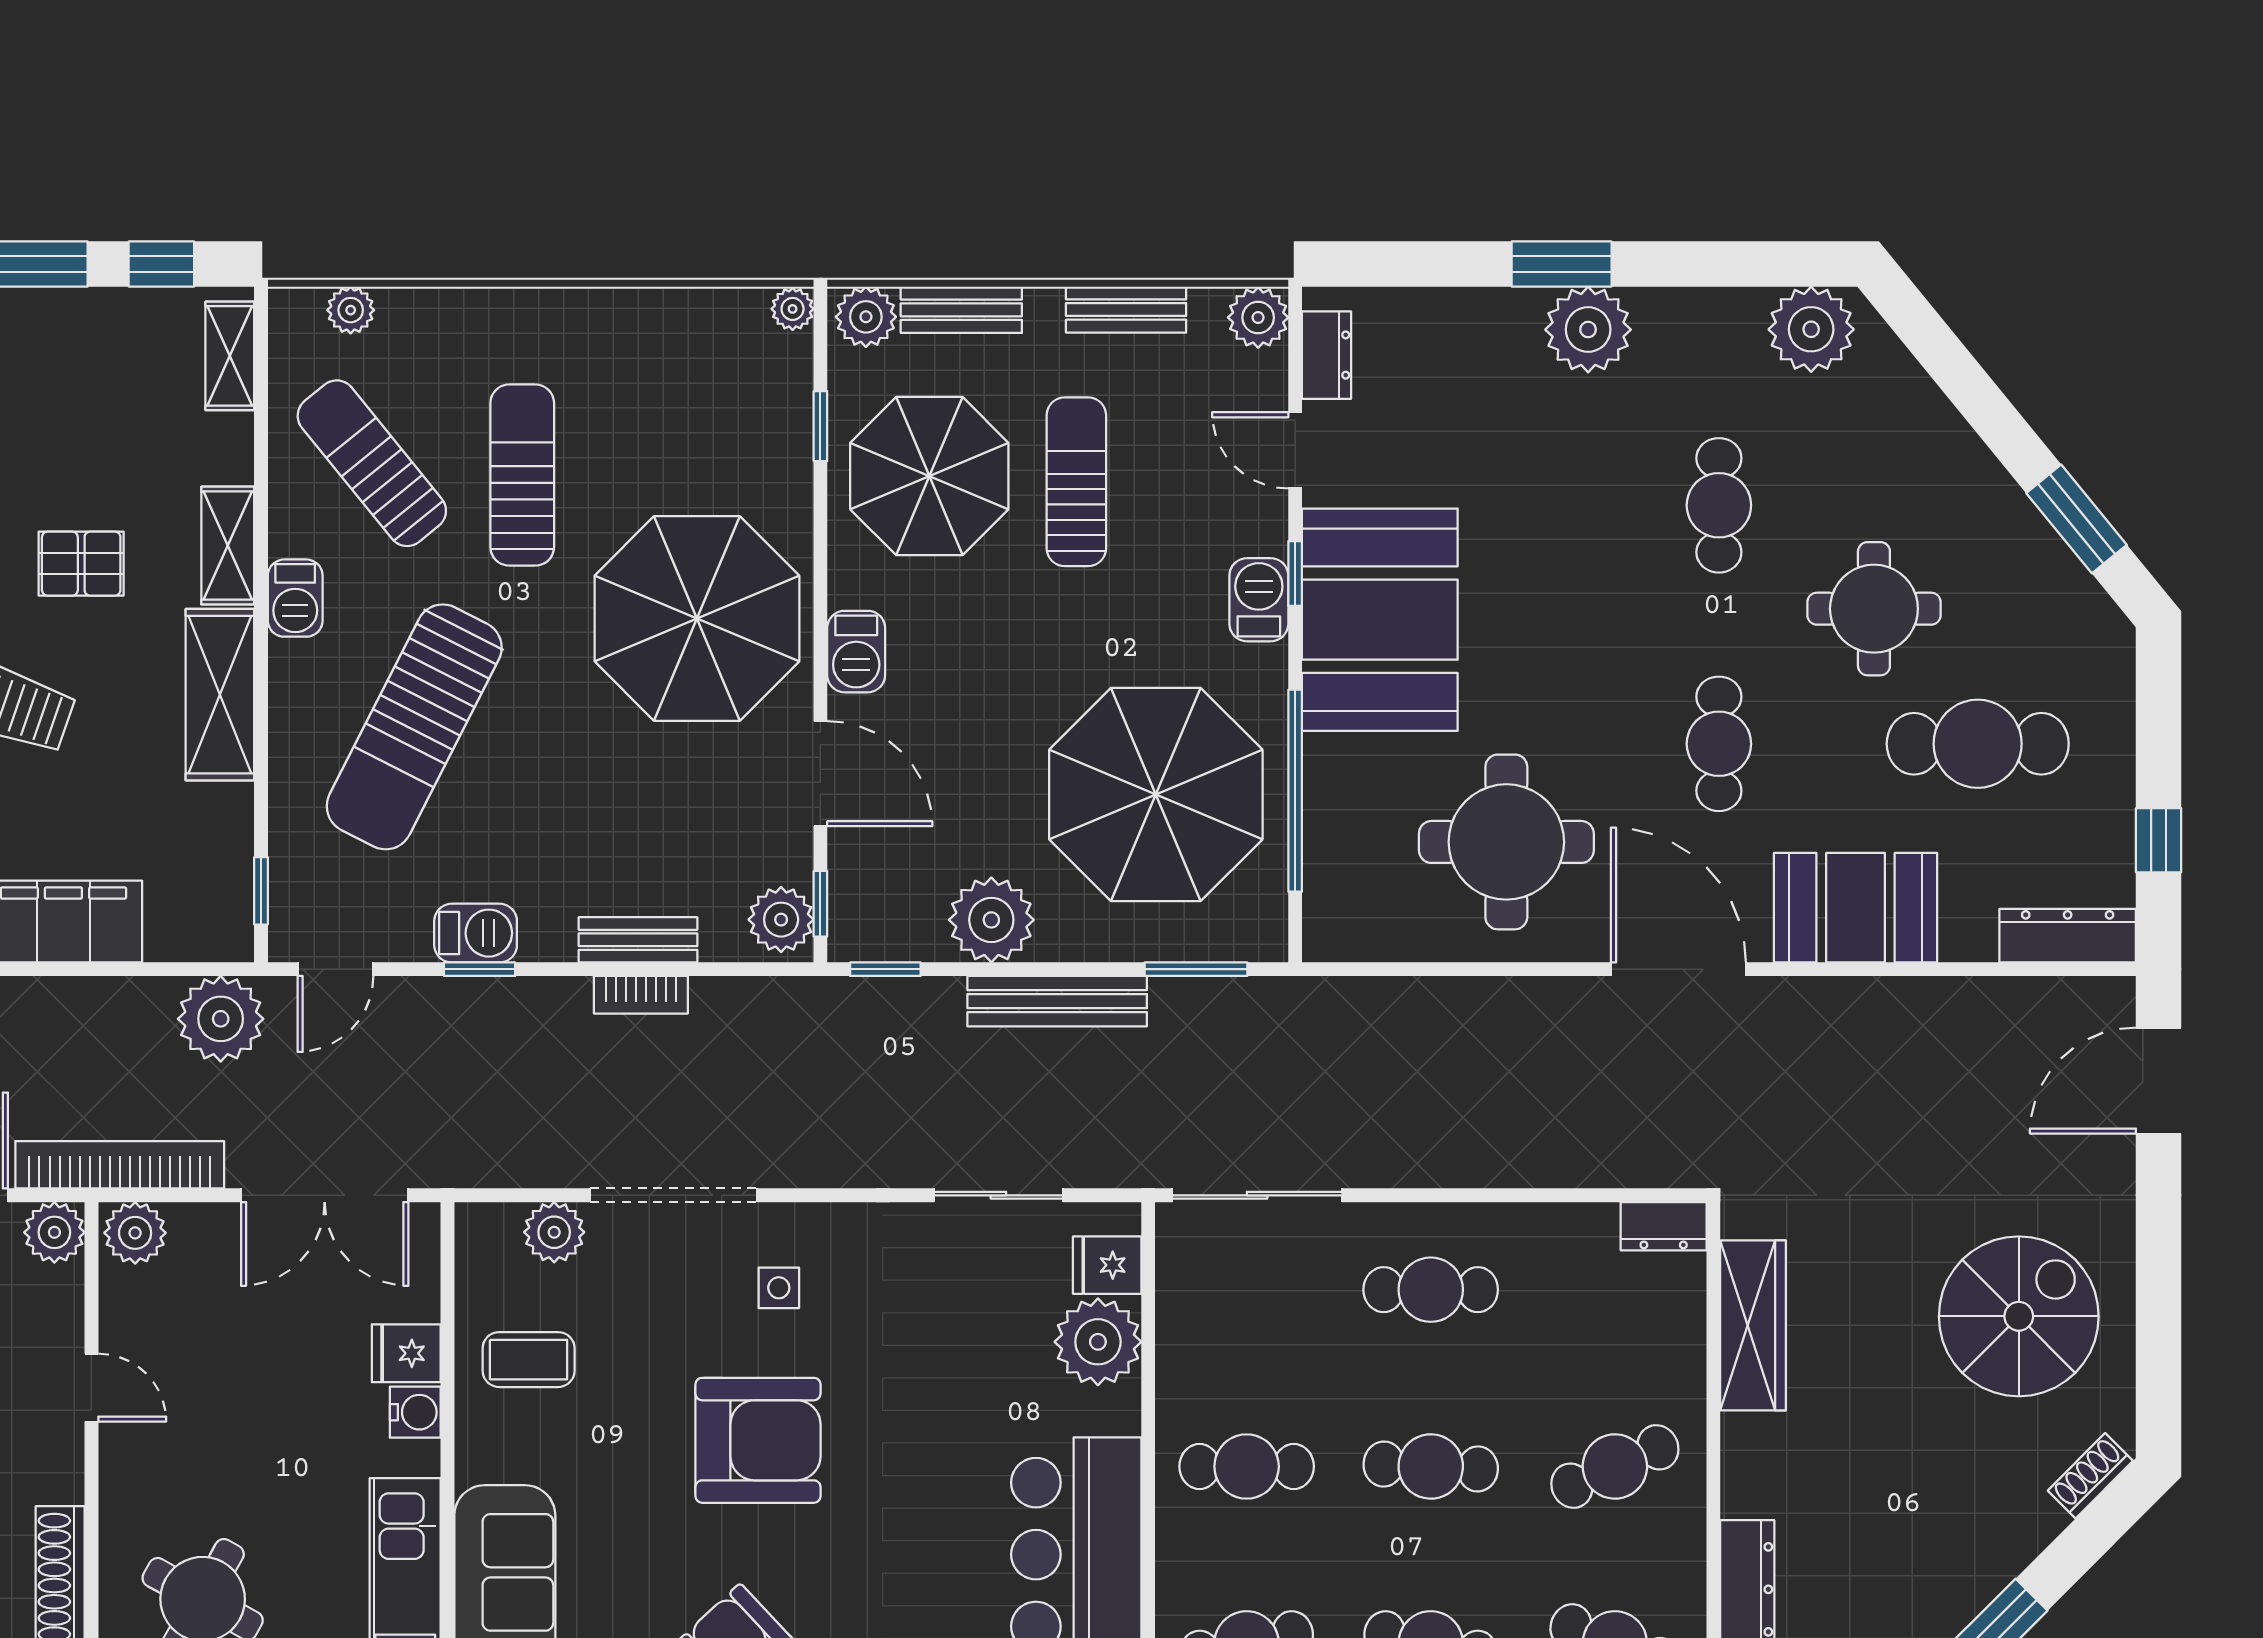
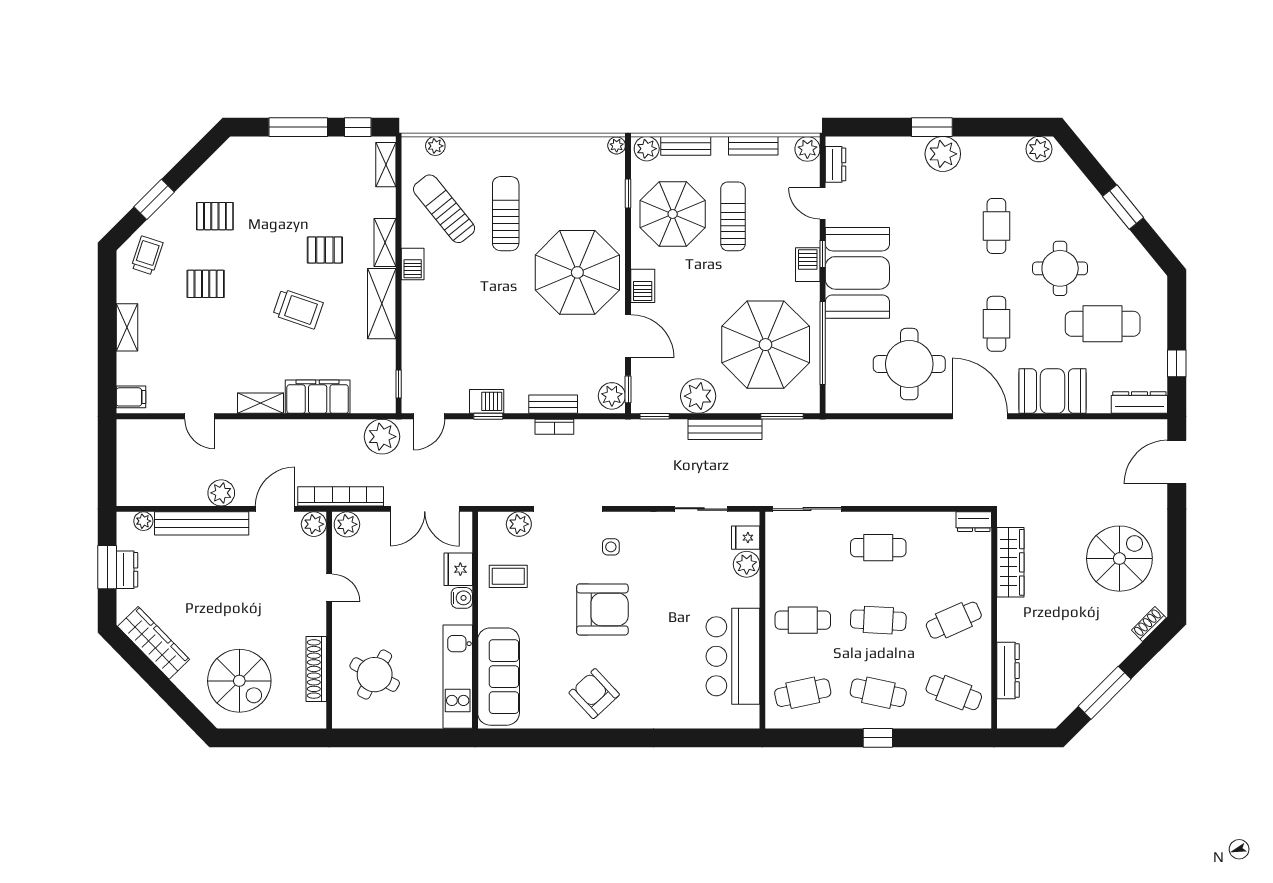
plant: (1811, 329) -> (1039, 149), width x0.73, depth x0.73
window: (2077, 519) -> (1123, 207), moved
sun lounger: (414, 727) -> (461, 317), removed
plant: (1098, 1342) -> (747, 564), width x0.73, depth x0.73
fridge: (406, 1353) -> (458, 569), width x1.38

